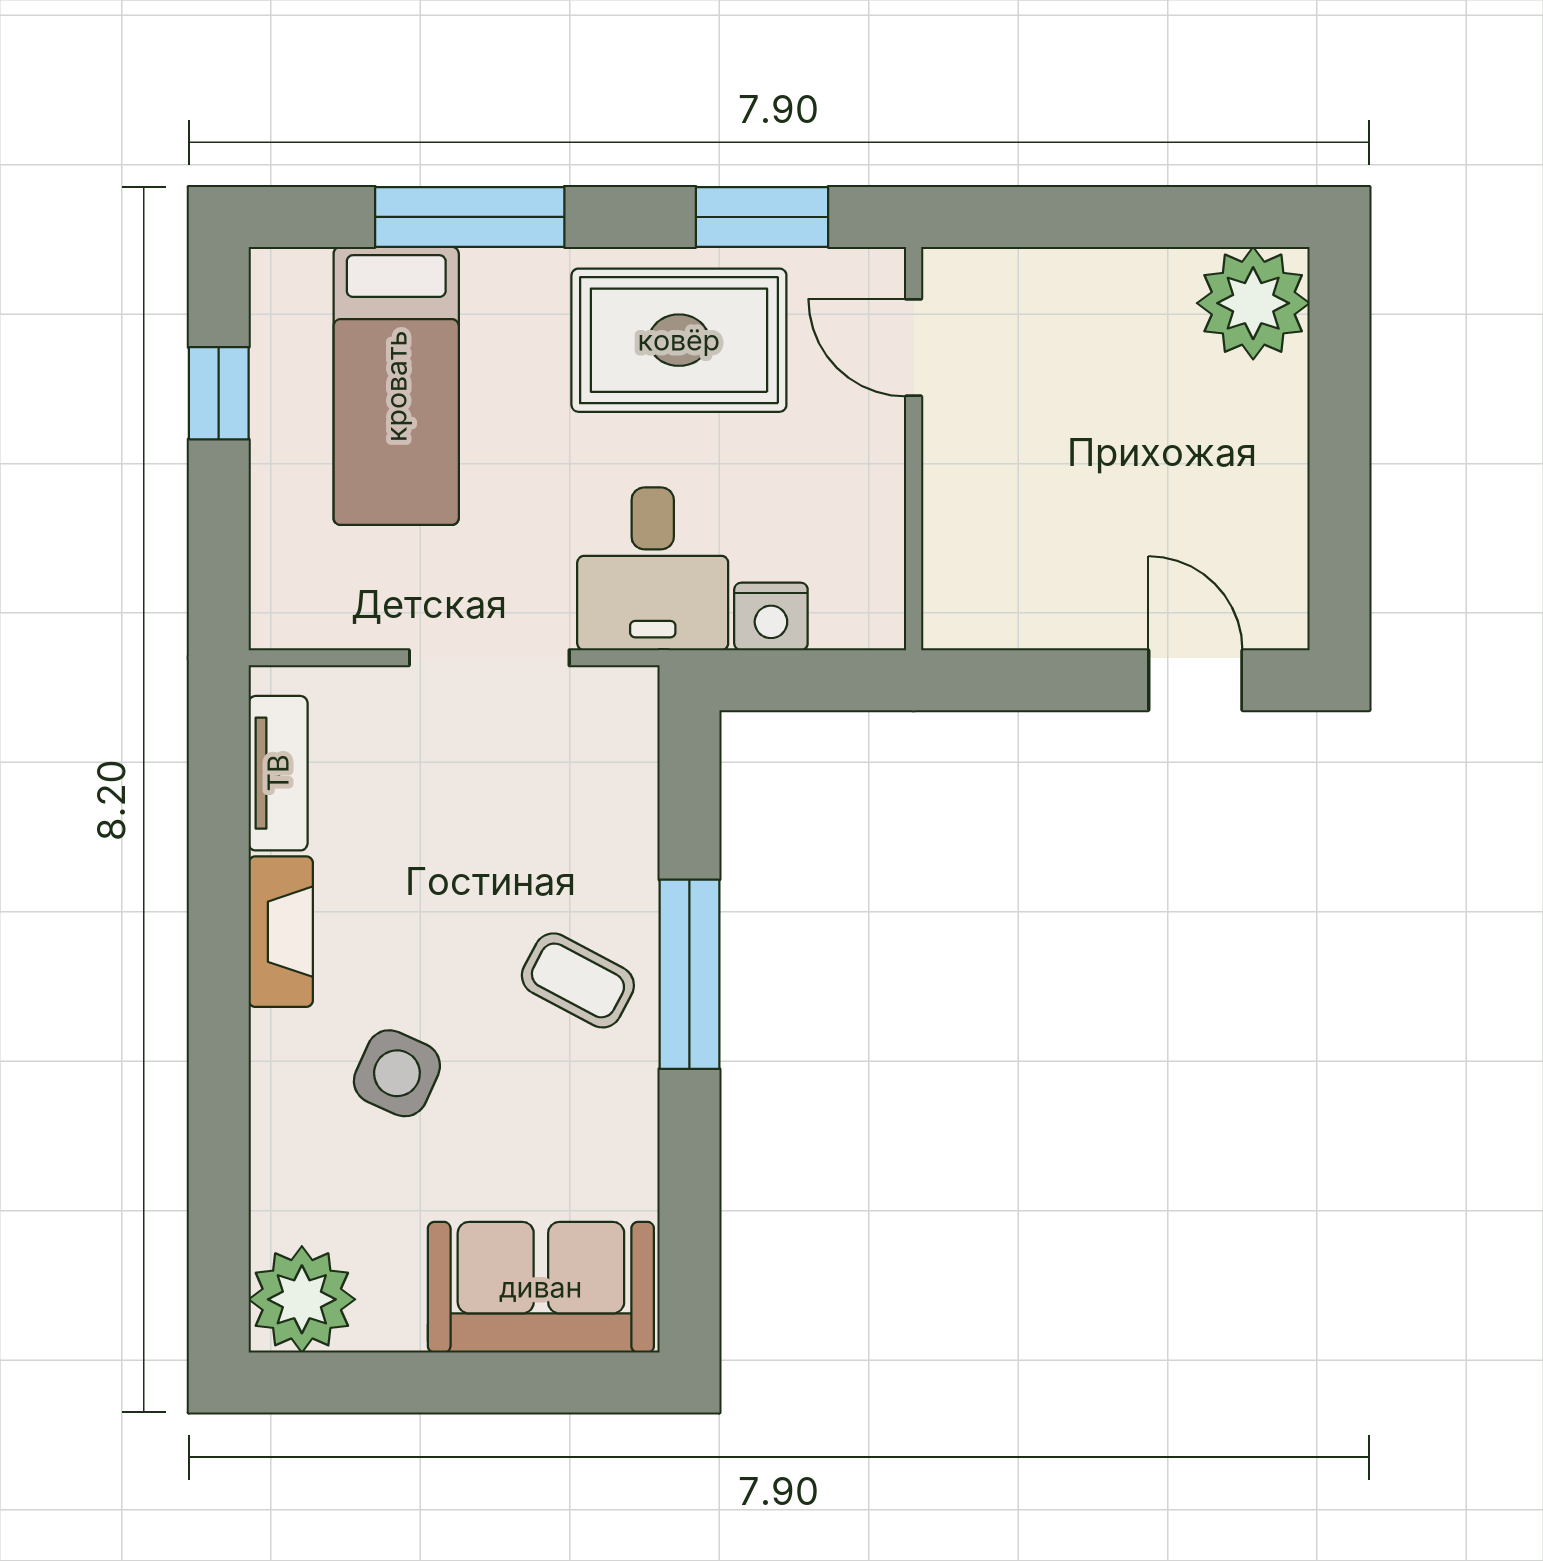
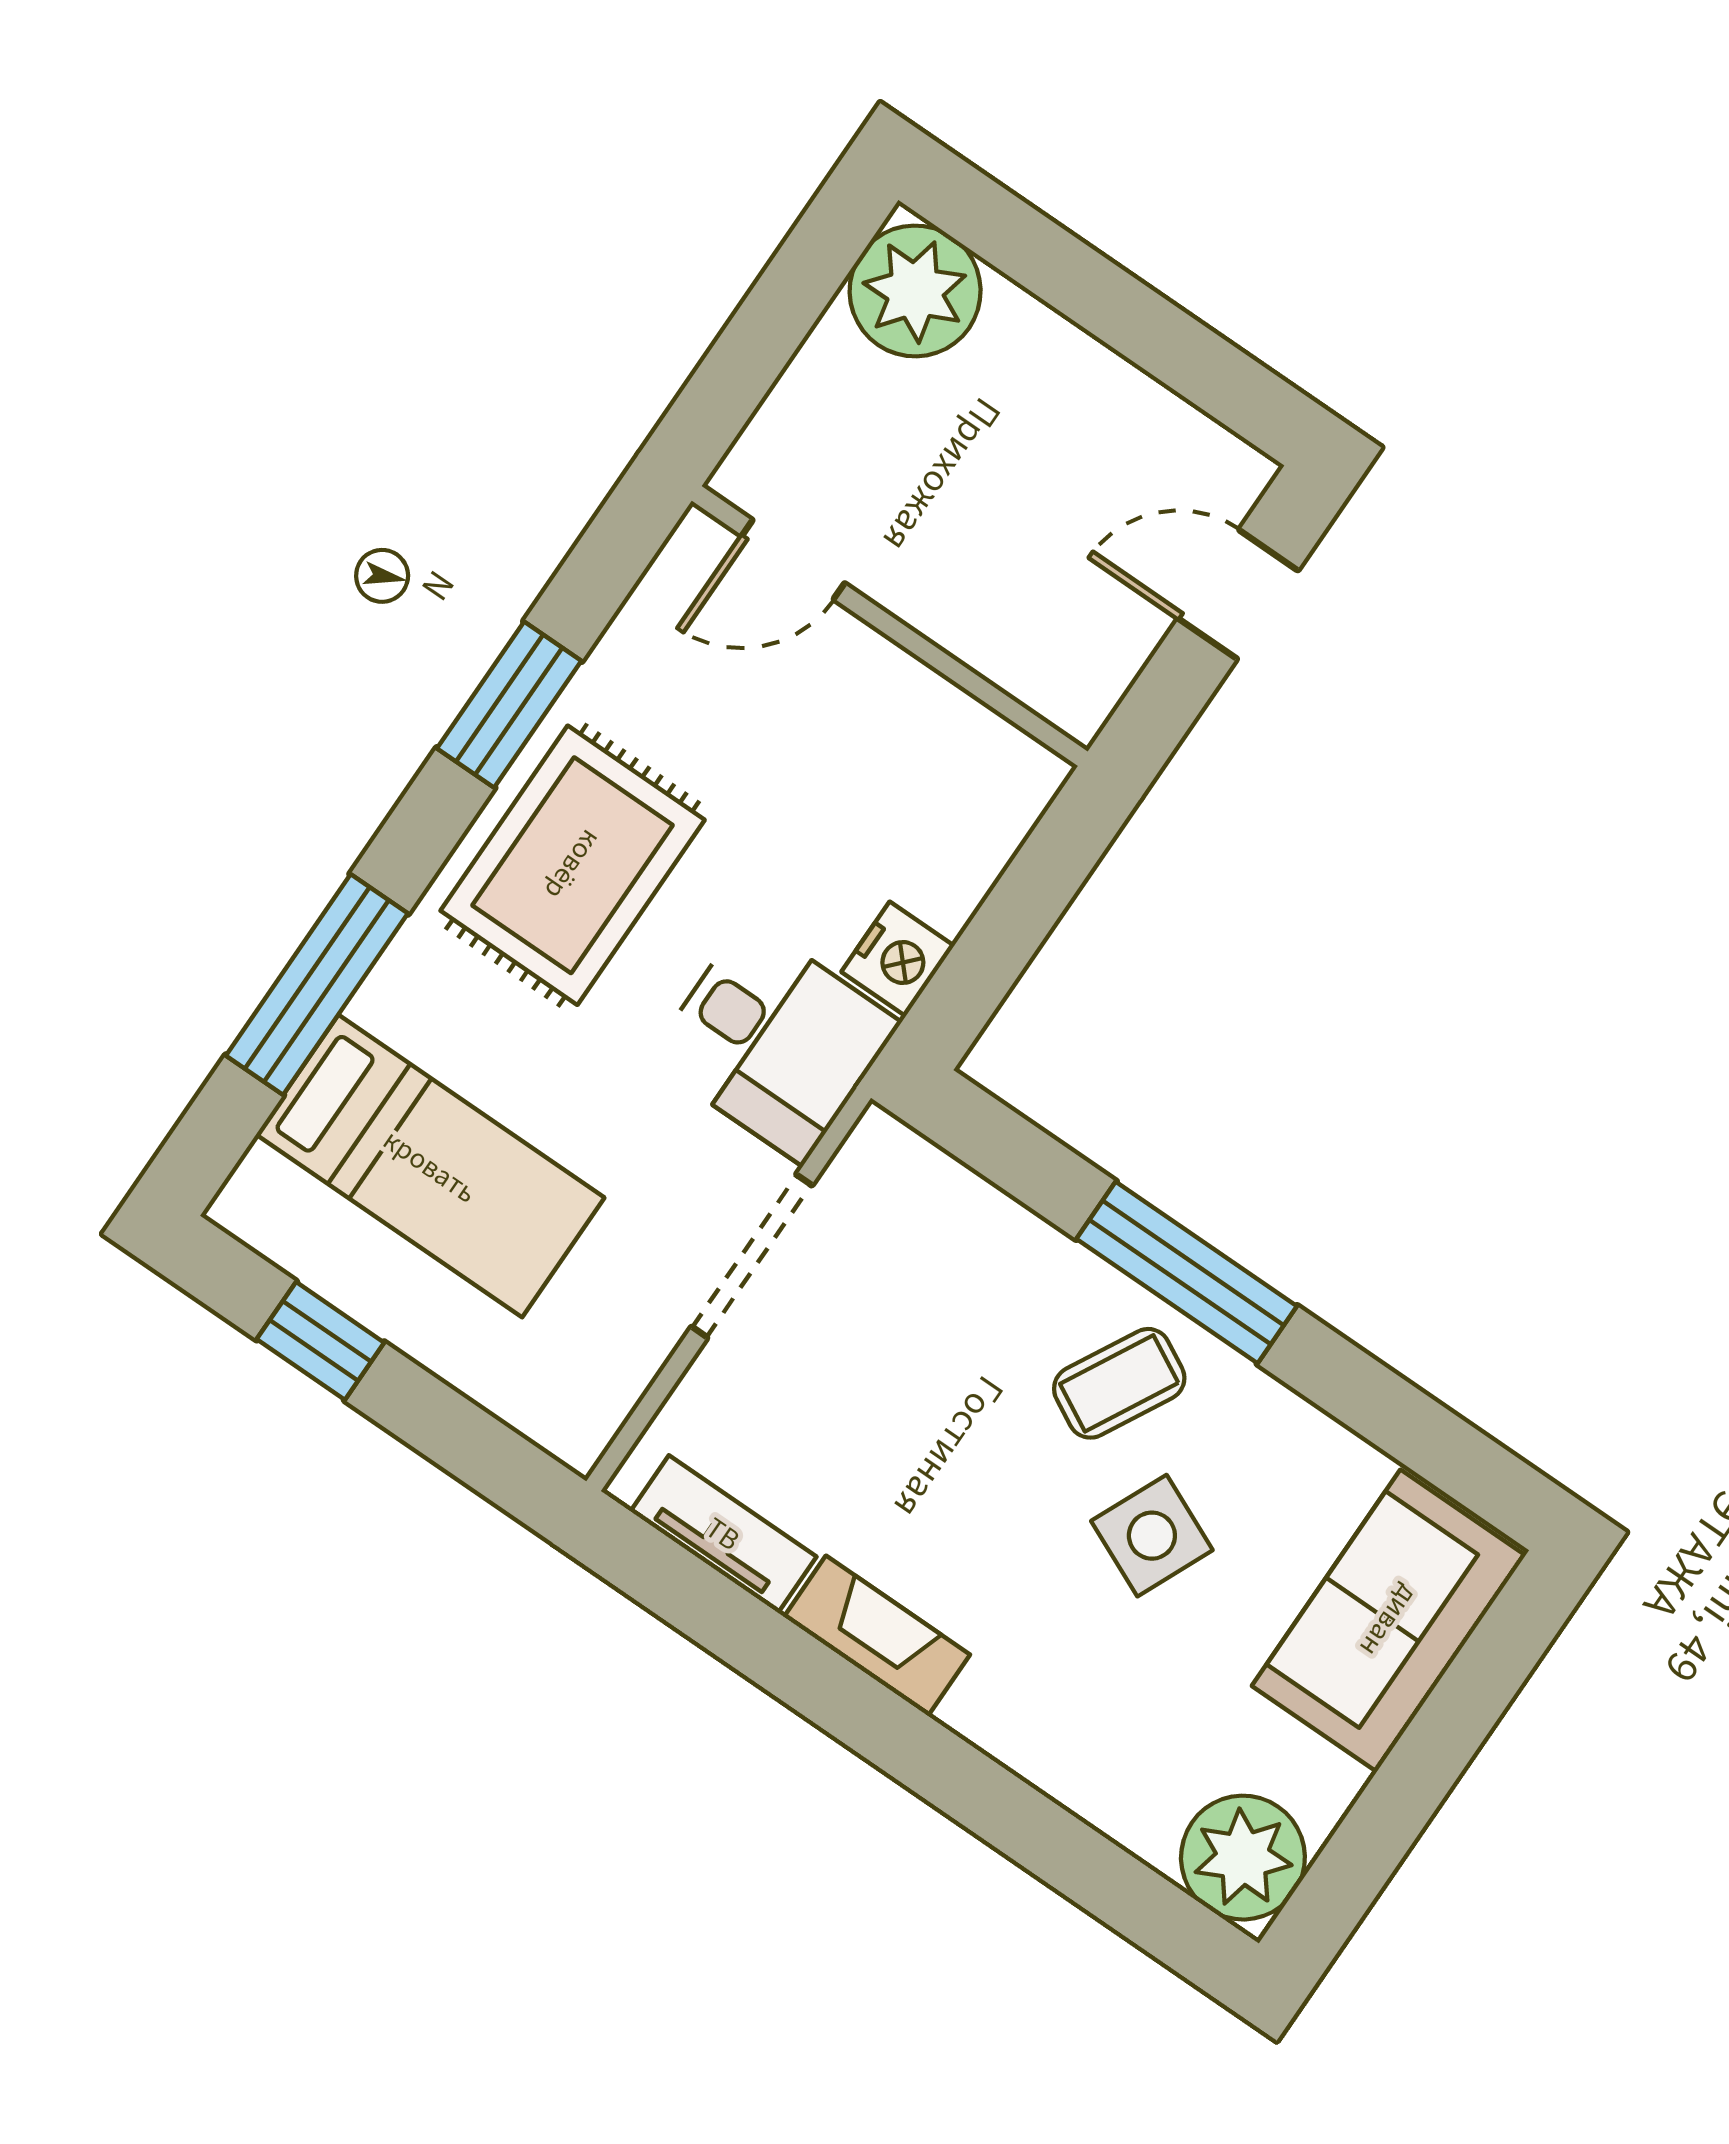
door: (914, 348) -> (793, 560), moved
wall: (914, 449) -> (890, 626), moved
side table: (397, 1073) -> (1152, 1536), moved

